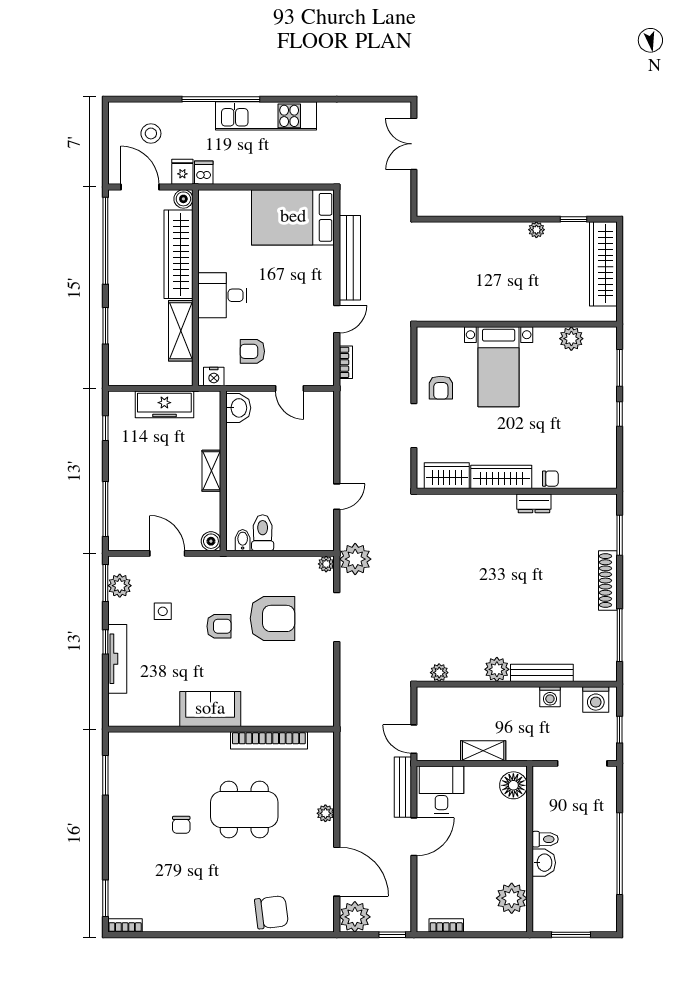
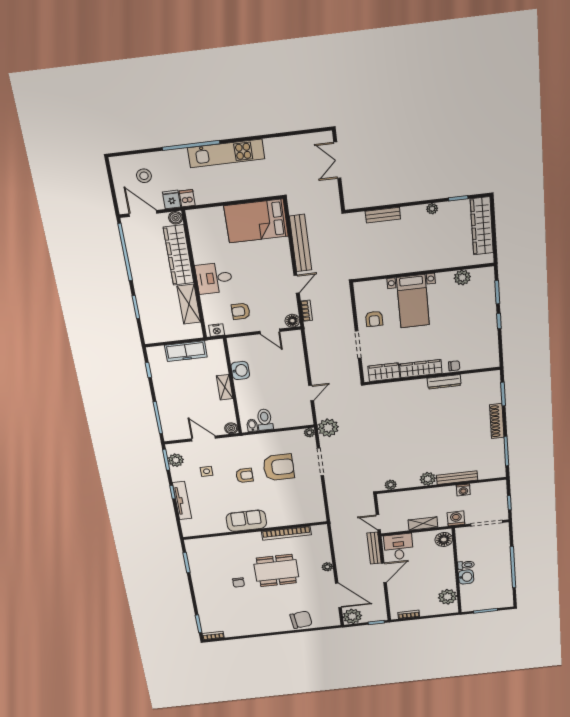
bench: (468, 231) -> (383, 215), added
floor lamp: (324, 375) -> (292, 321), added
washbasin: (238, 408) -> (240, 370), moved
dresser: (534, 503) -> (444, 382), width x1.44
washing machine: (596, 700) -> (456, 518), moved, turned 180

